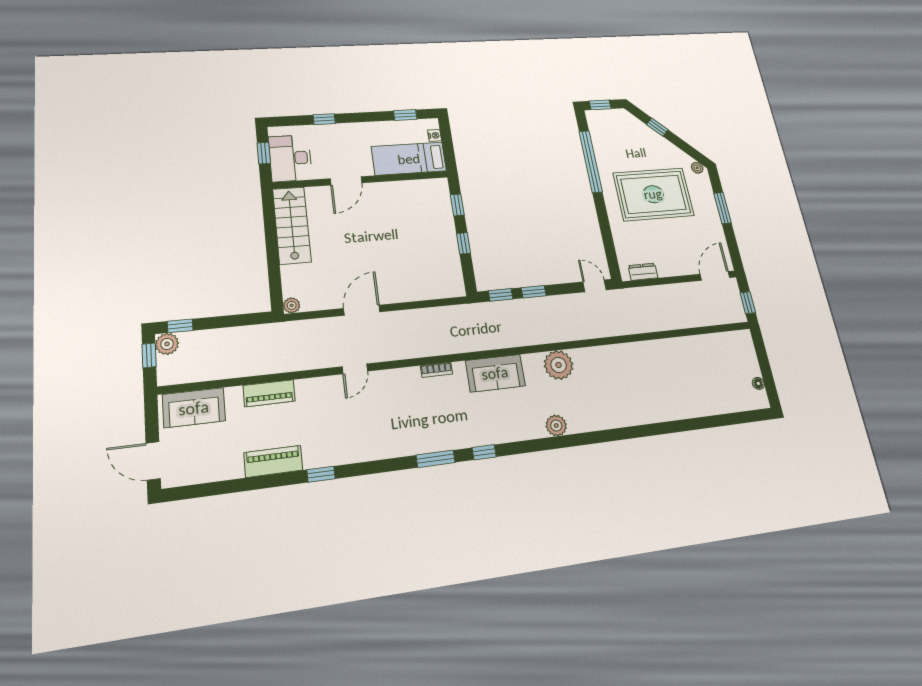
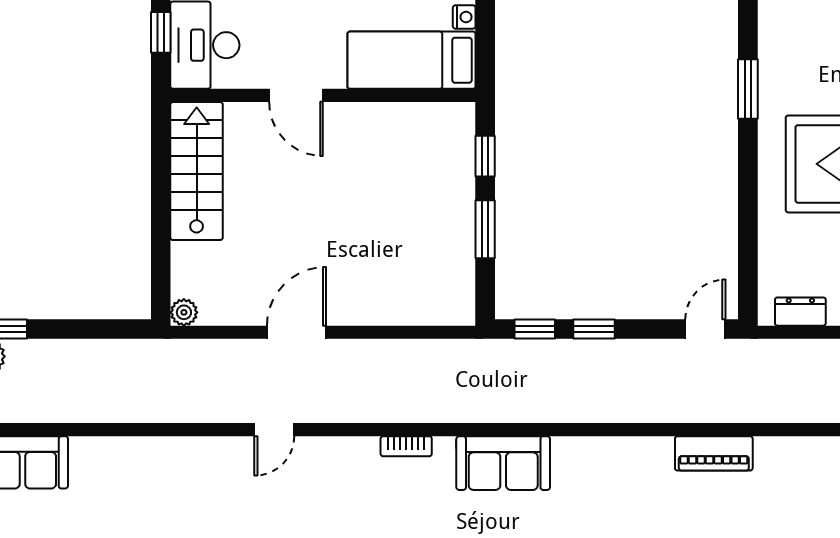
window: (591, 161) -> (748, 89), width x0.47
door: (346, 181) -> (296, 95), hinge flipped
window: (464, 243) -> (485, 229), width x1.50
door: (595, 286) -> (705, 329), hinge flipped
plant: (559, 365) -> (613, 461), removed
piano: (269, 393) -> (714, 453), moved

